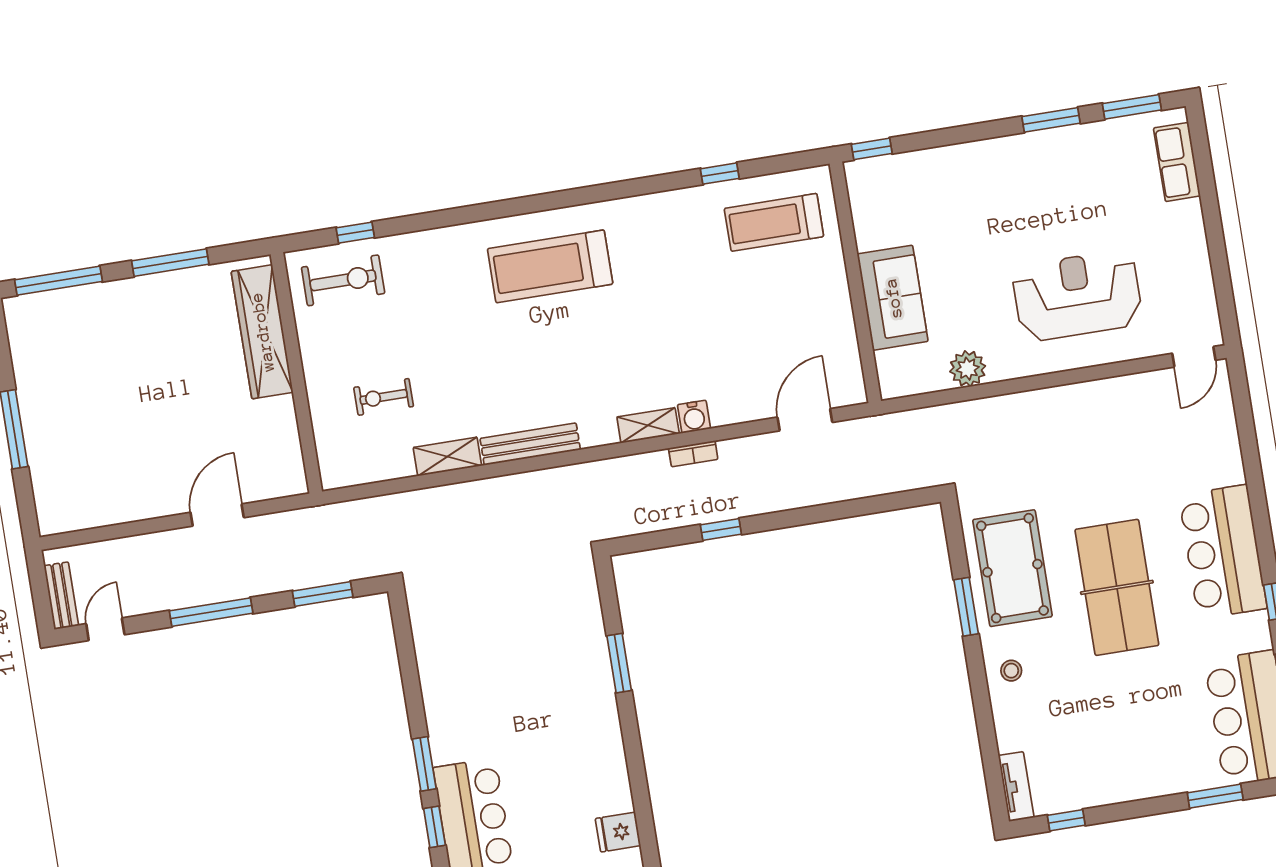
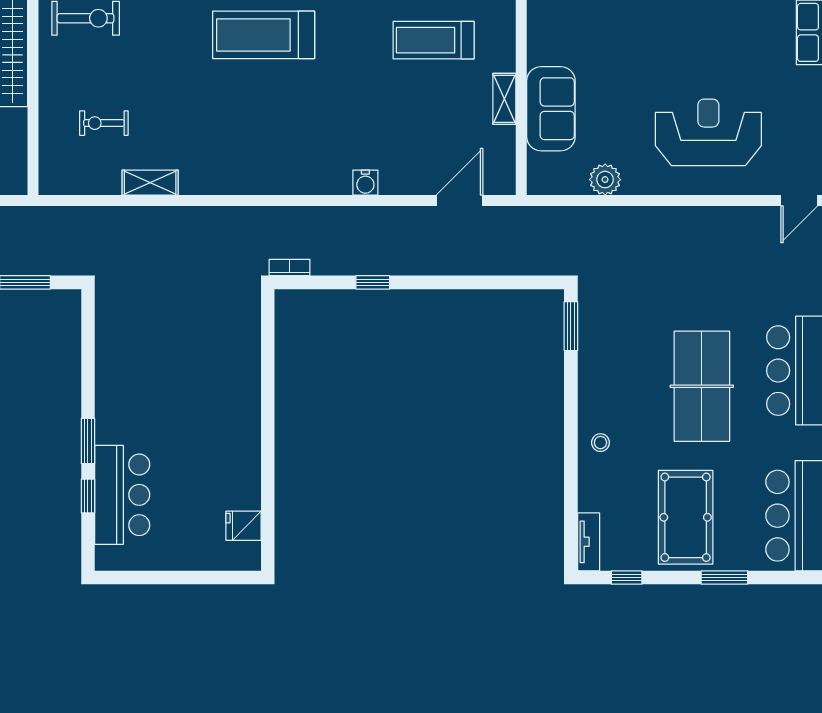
treadmill: (774, 222) -> (434, 40), moved
shelving: (648, 425) -> (504, 99), moved, turned 90
bench: (530, 444) -> (222, 183), removed
bookcase: (693, 454) -> (290, 268), moved, turned 180
pool table: (1012, 568) -> (686, 517), moved
window: (966, 607) -> (571, 326), moved
window: (619, 663) -> (268, 382), removed
window: (1215, 796) -> (724, 577), moved

